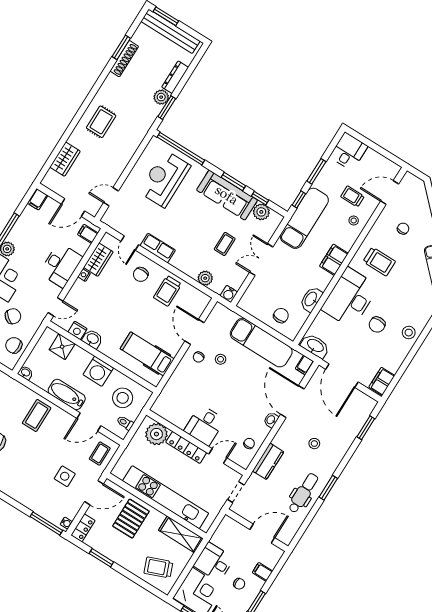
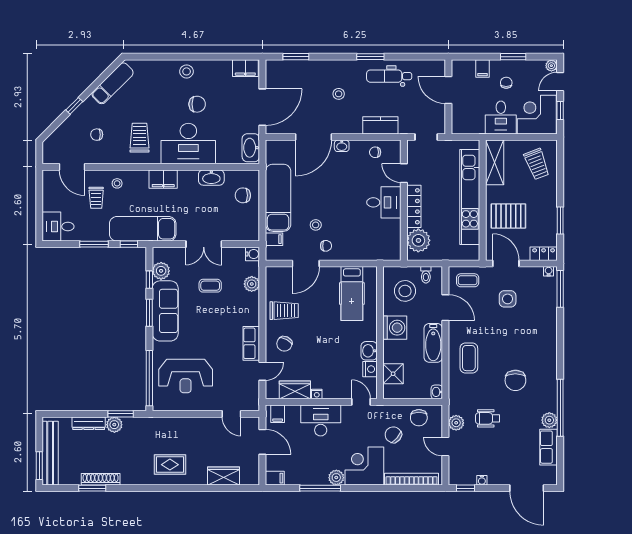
chair: (141, 274) -> (284, 344), turned 118
filing cabinet: (305, 365) -> (274, 239), moved
coffee table: (37, 415) -> (469, 358), turned 90

